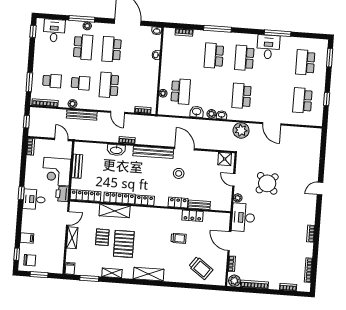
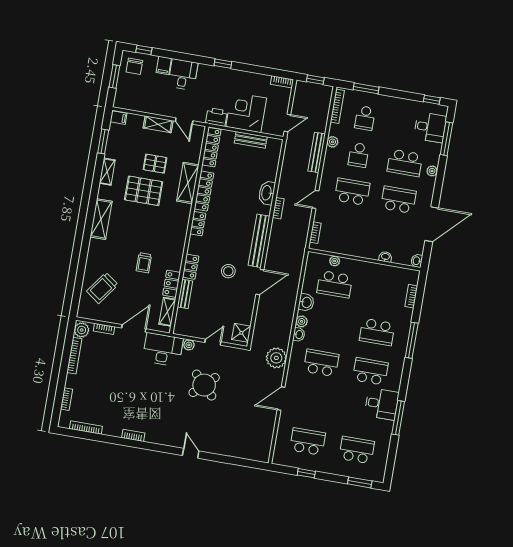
window: (82, 19) -> (446, 139), moved
school desk: (214, 56) -> (377, 332), turned 180
desk: (34, 199) -> (183, 75), moved
shelving: (214, 217) -> (167, 312), added

